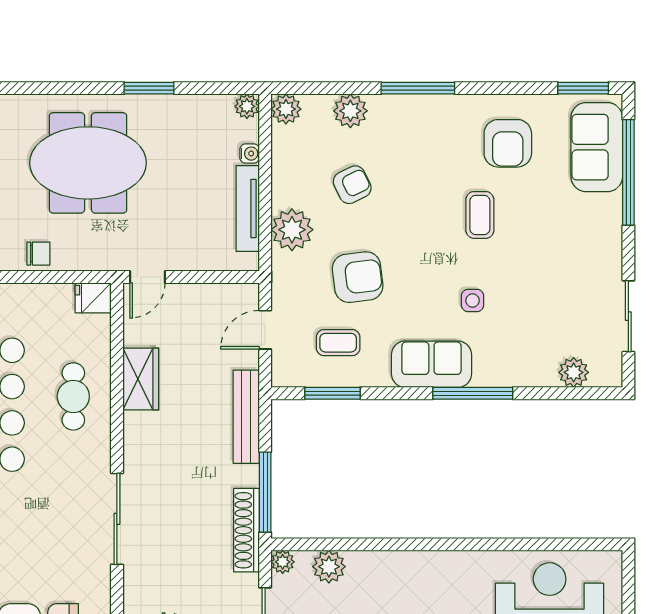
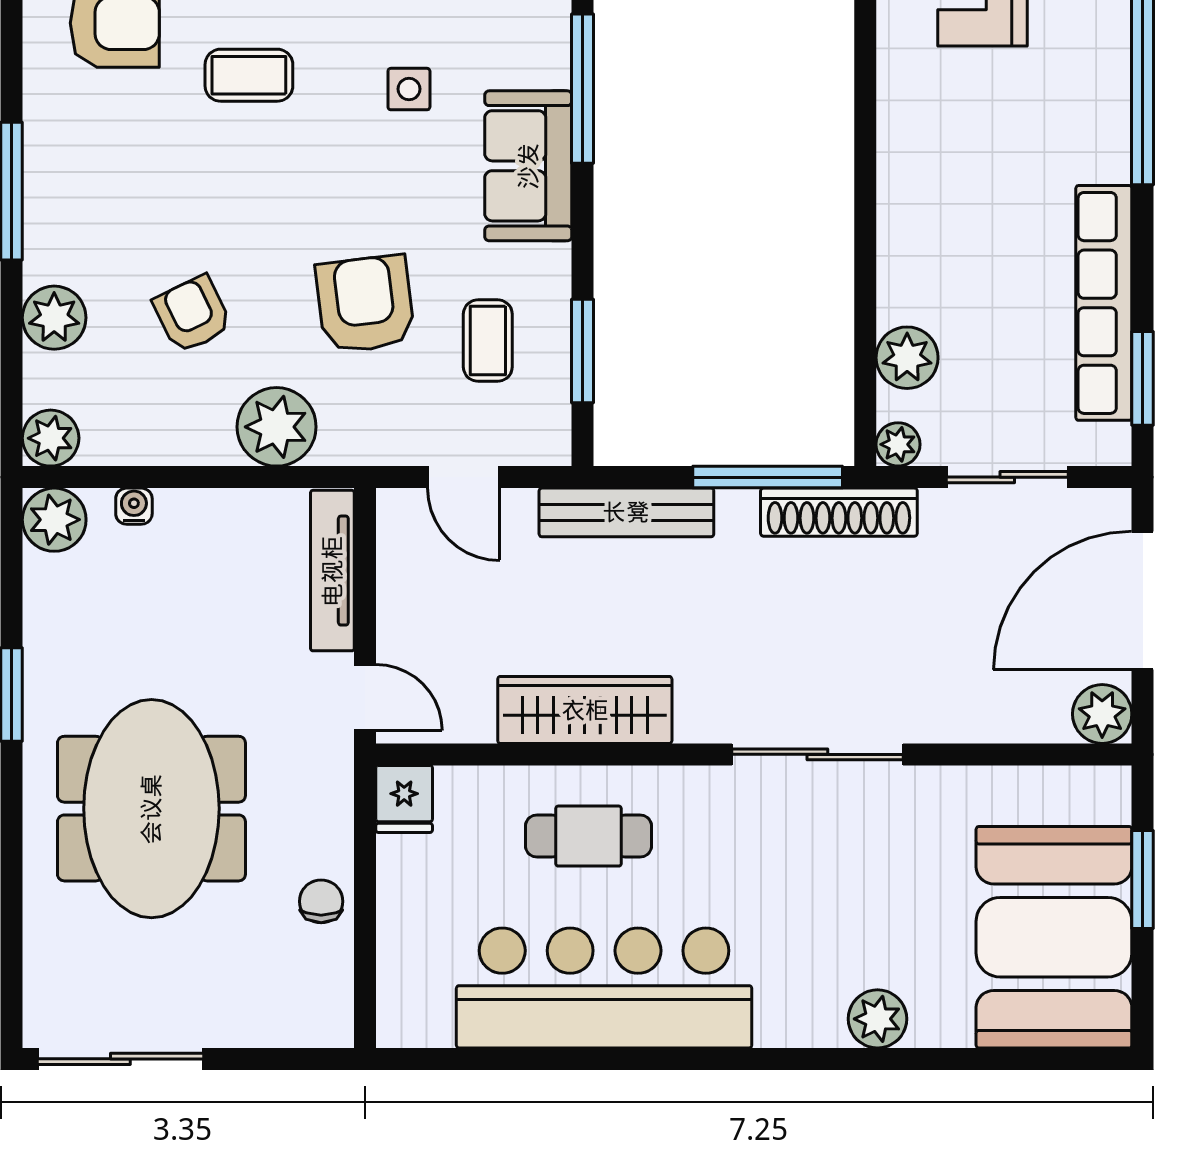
plant: (247, 106) -> (54, 520), width x1.38, depth x1.38
tv unit: (248, 209) -> (332, 571), moved, turned 90
wardrobe: (141, 379) -> (585, 710), width x1.50

